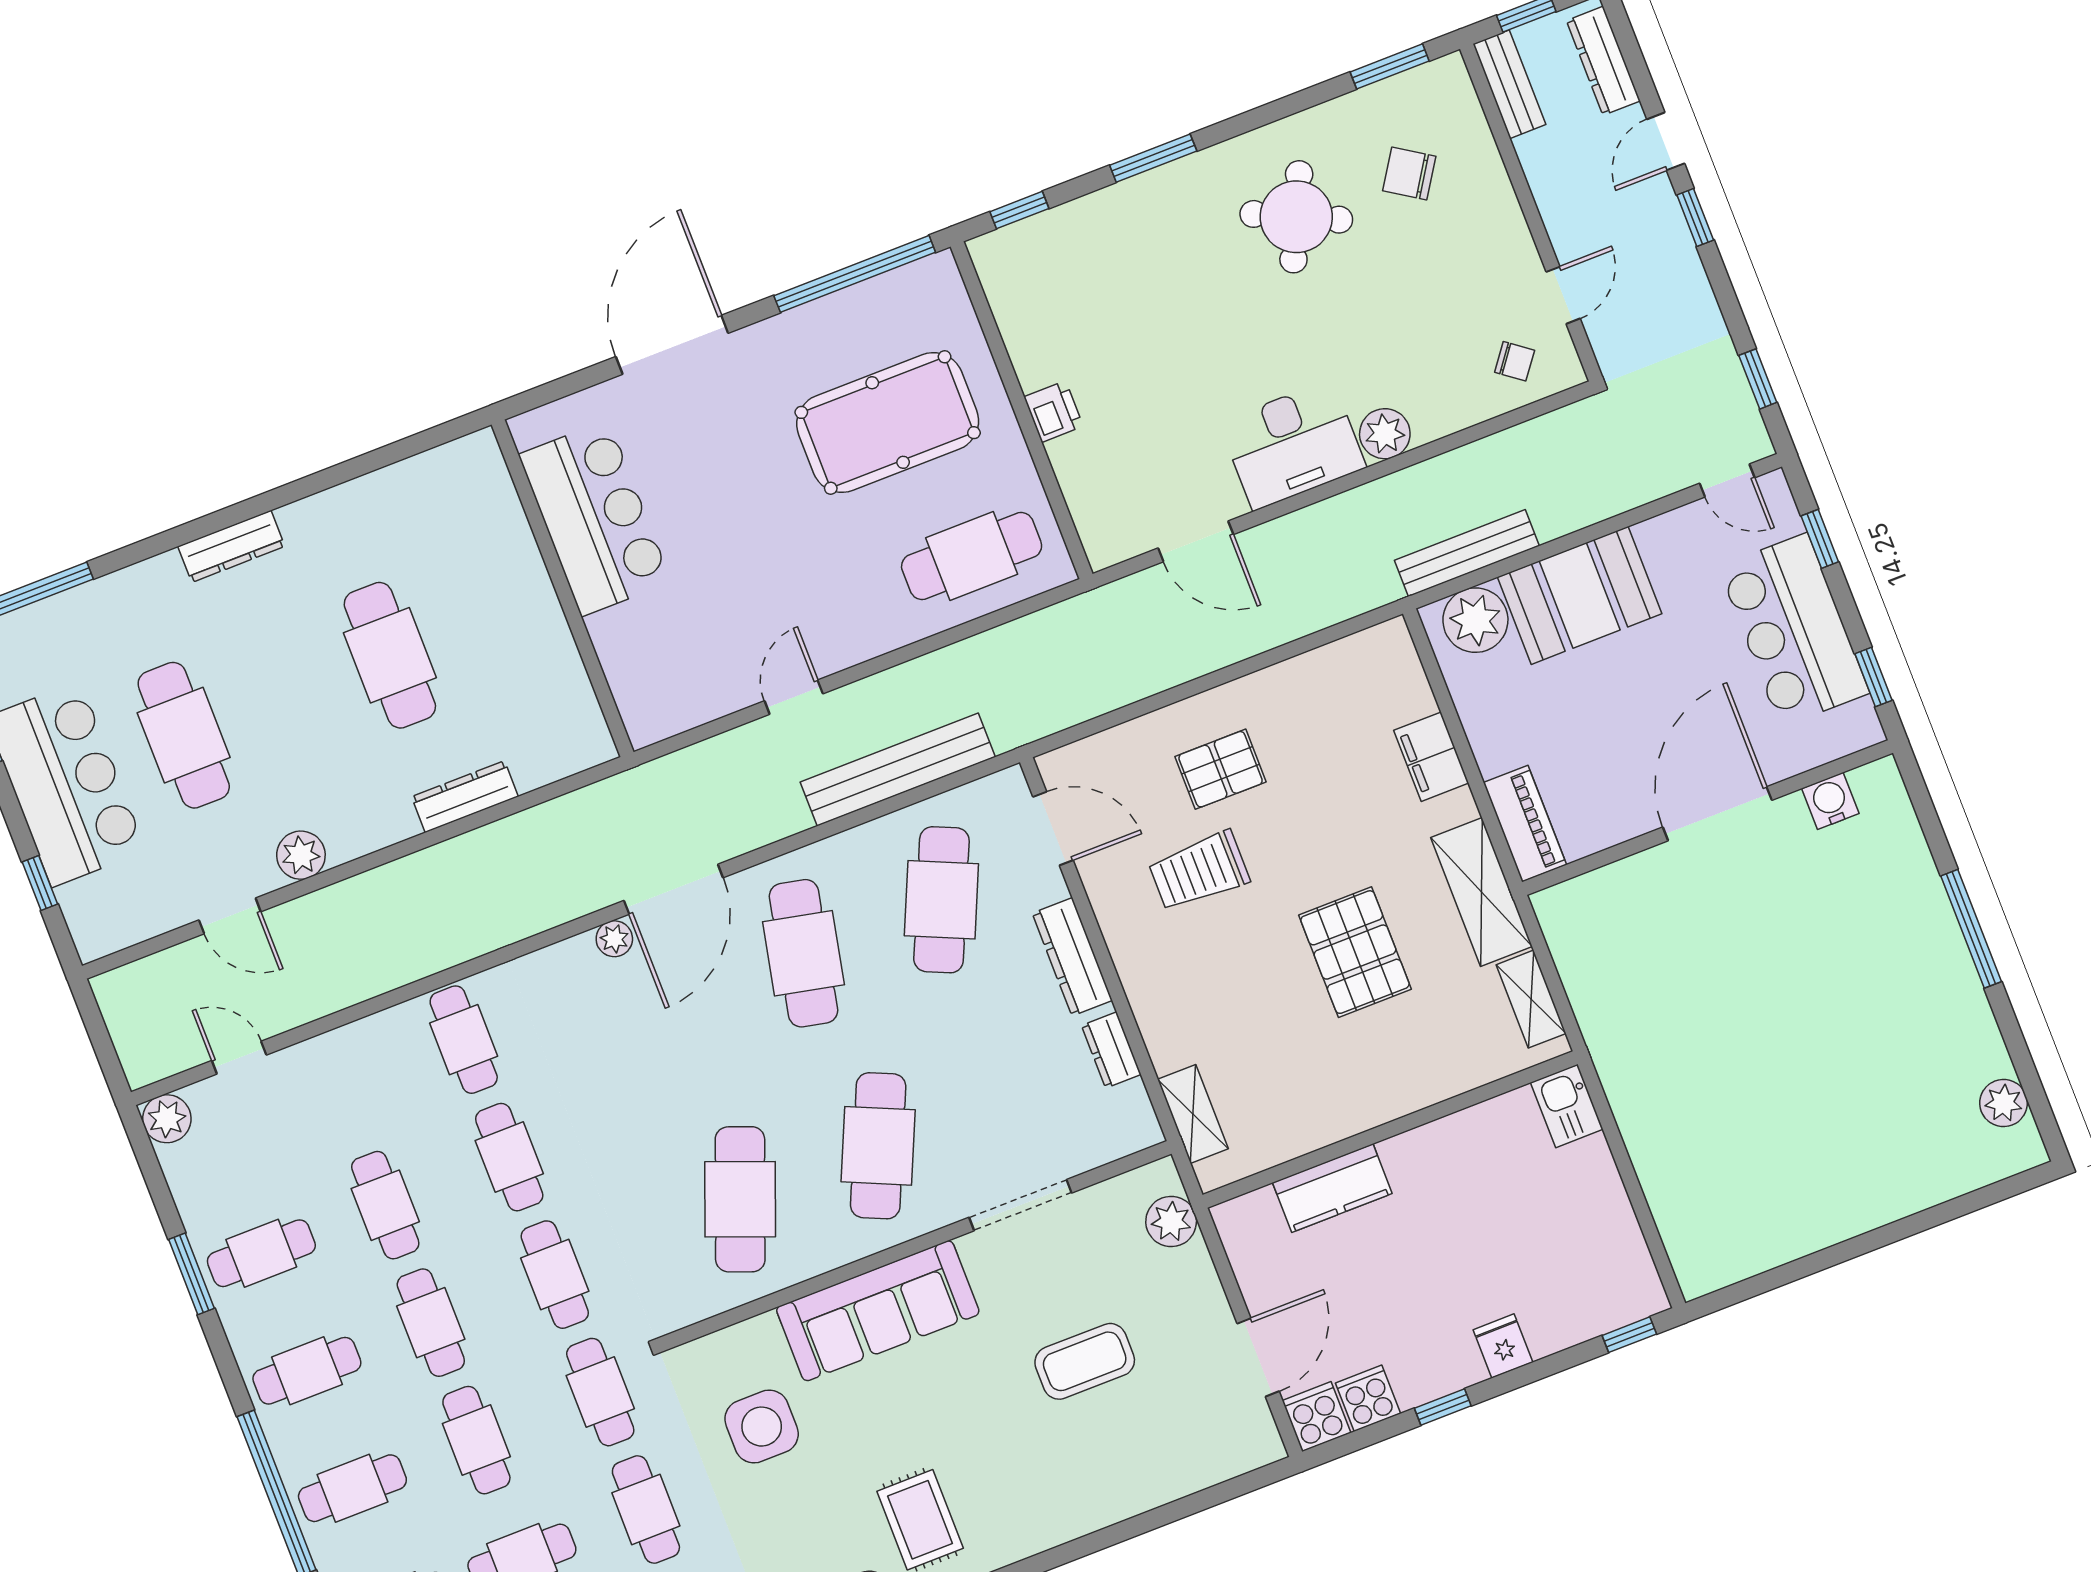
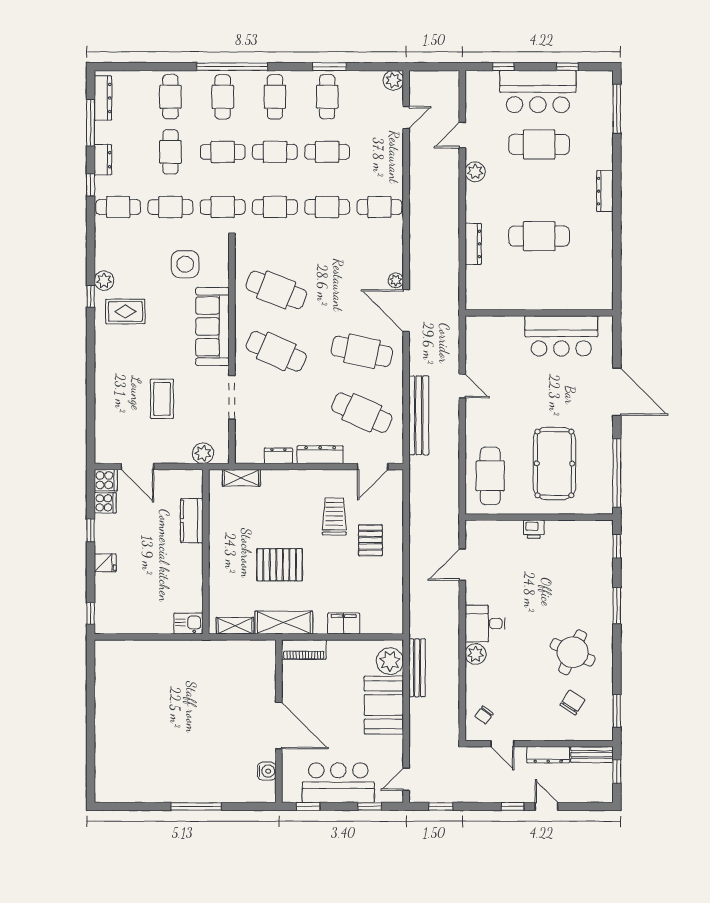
dresser: (1603, 61) -> (548, 755), moved, turned 180
desk: (1293, 445) -> (485, 624), width x0.73
plant: (2004, 1103) -> (124, 793), removed

